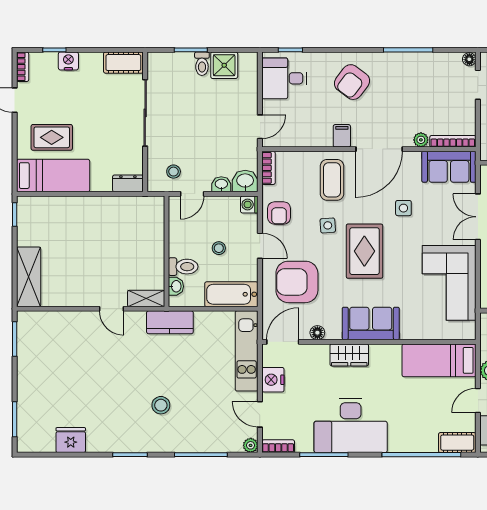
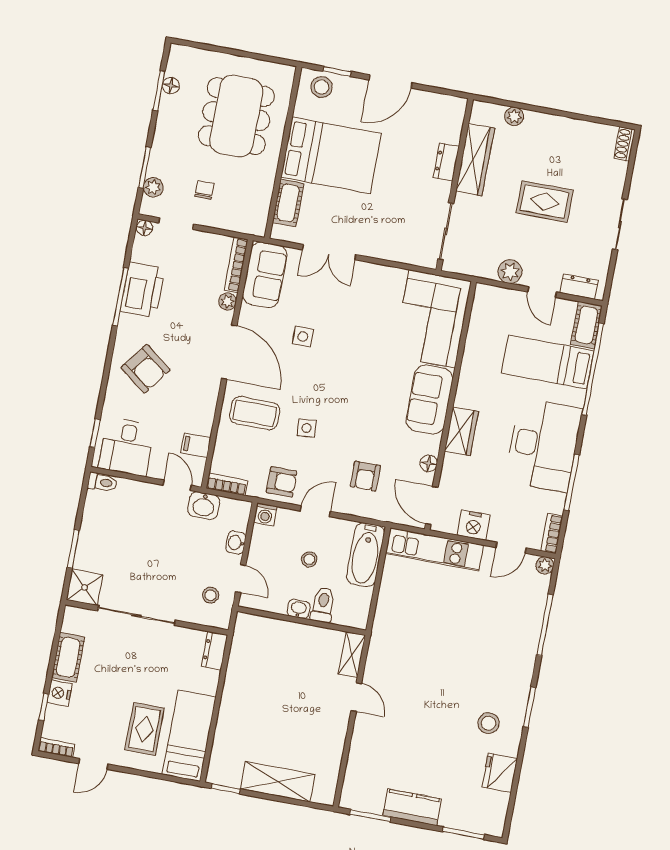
cot: (123, 63) -> (68, 657), moved
toilet: (202, 64) -> (102, 482), moved
shower: (224, 65) -> (84, 587), moved
printer: (417, 67) -> (142, 290), added
filing cabinet: (342, 136) -> (196, 445), moved
washbasin: (245, 181) -> (204, 506), moved, turned -90
rug: (364, 251) -> (344, 391), removed
shelving: (29, 277) -> (278, 782), moved
armchair: (297, 282) -> (365, 476), width x0.53, depth x0.53
corner sofa: (449, 283) -> (432, 319), moved, turned 90
washbasin: (176, 286) -> (299, 609), moved
door: (111, 309) -> (356, 697), hinge flipped
kitchen counter: (170, 322) -> (412, 807), moved, turned -90
bed: (439, 360) -> (547, 362), moved, turned 90
stool: (161, 405) -> (489, 723), moved

